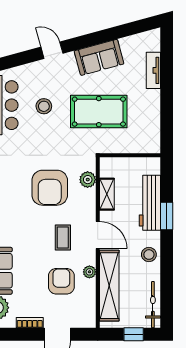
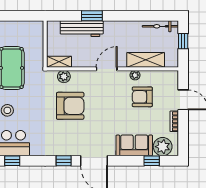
shelving: (107, 194) -> (59, 62), moved
coffee table: (63, 237) -> (109, 96), removed
stool: (149, 255) -> (122, 29), removed
shelving: (109, 286) -> (146, 60), width x0.68

